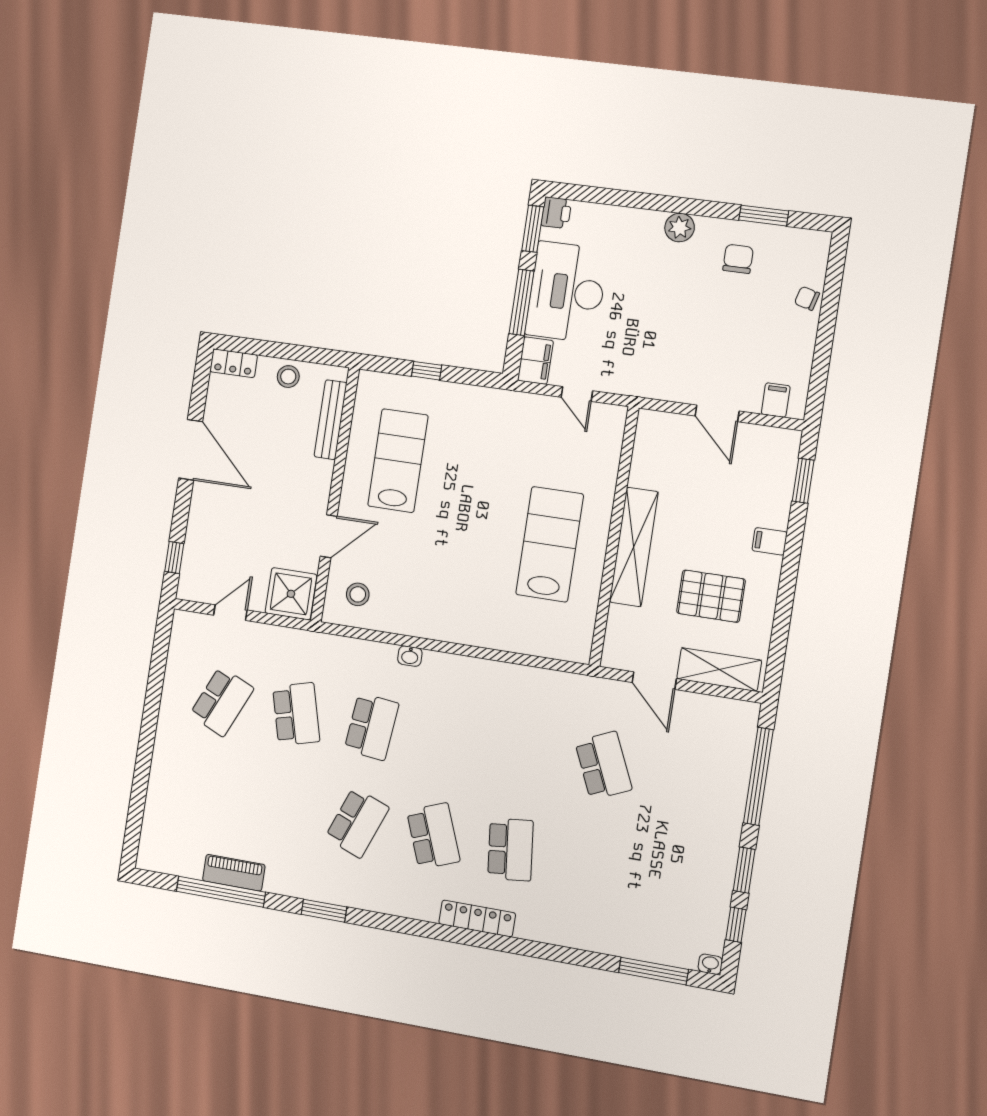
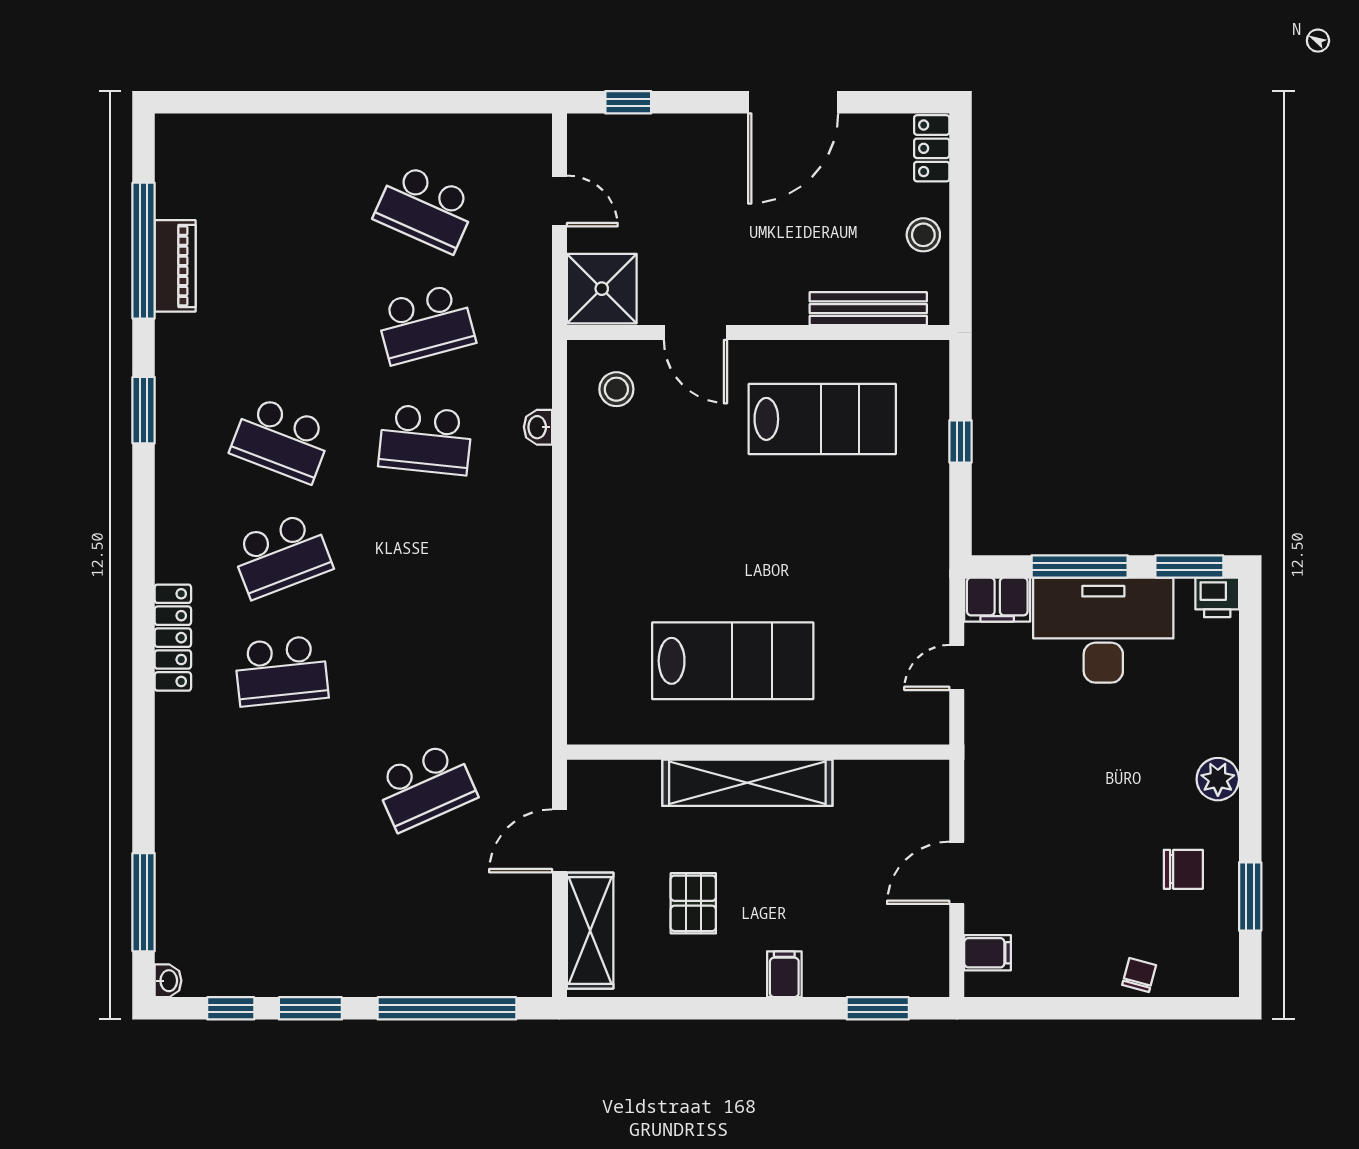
pallet: (711, 596) -> (693, 903), width x0.67, depth x0.71
washbasin: (410, 656) -> (538, 427), moved

